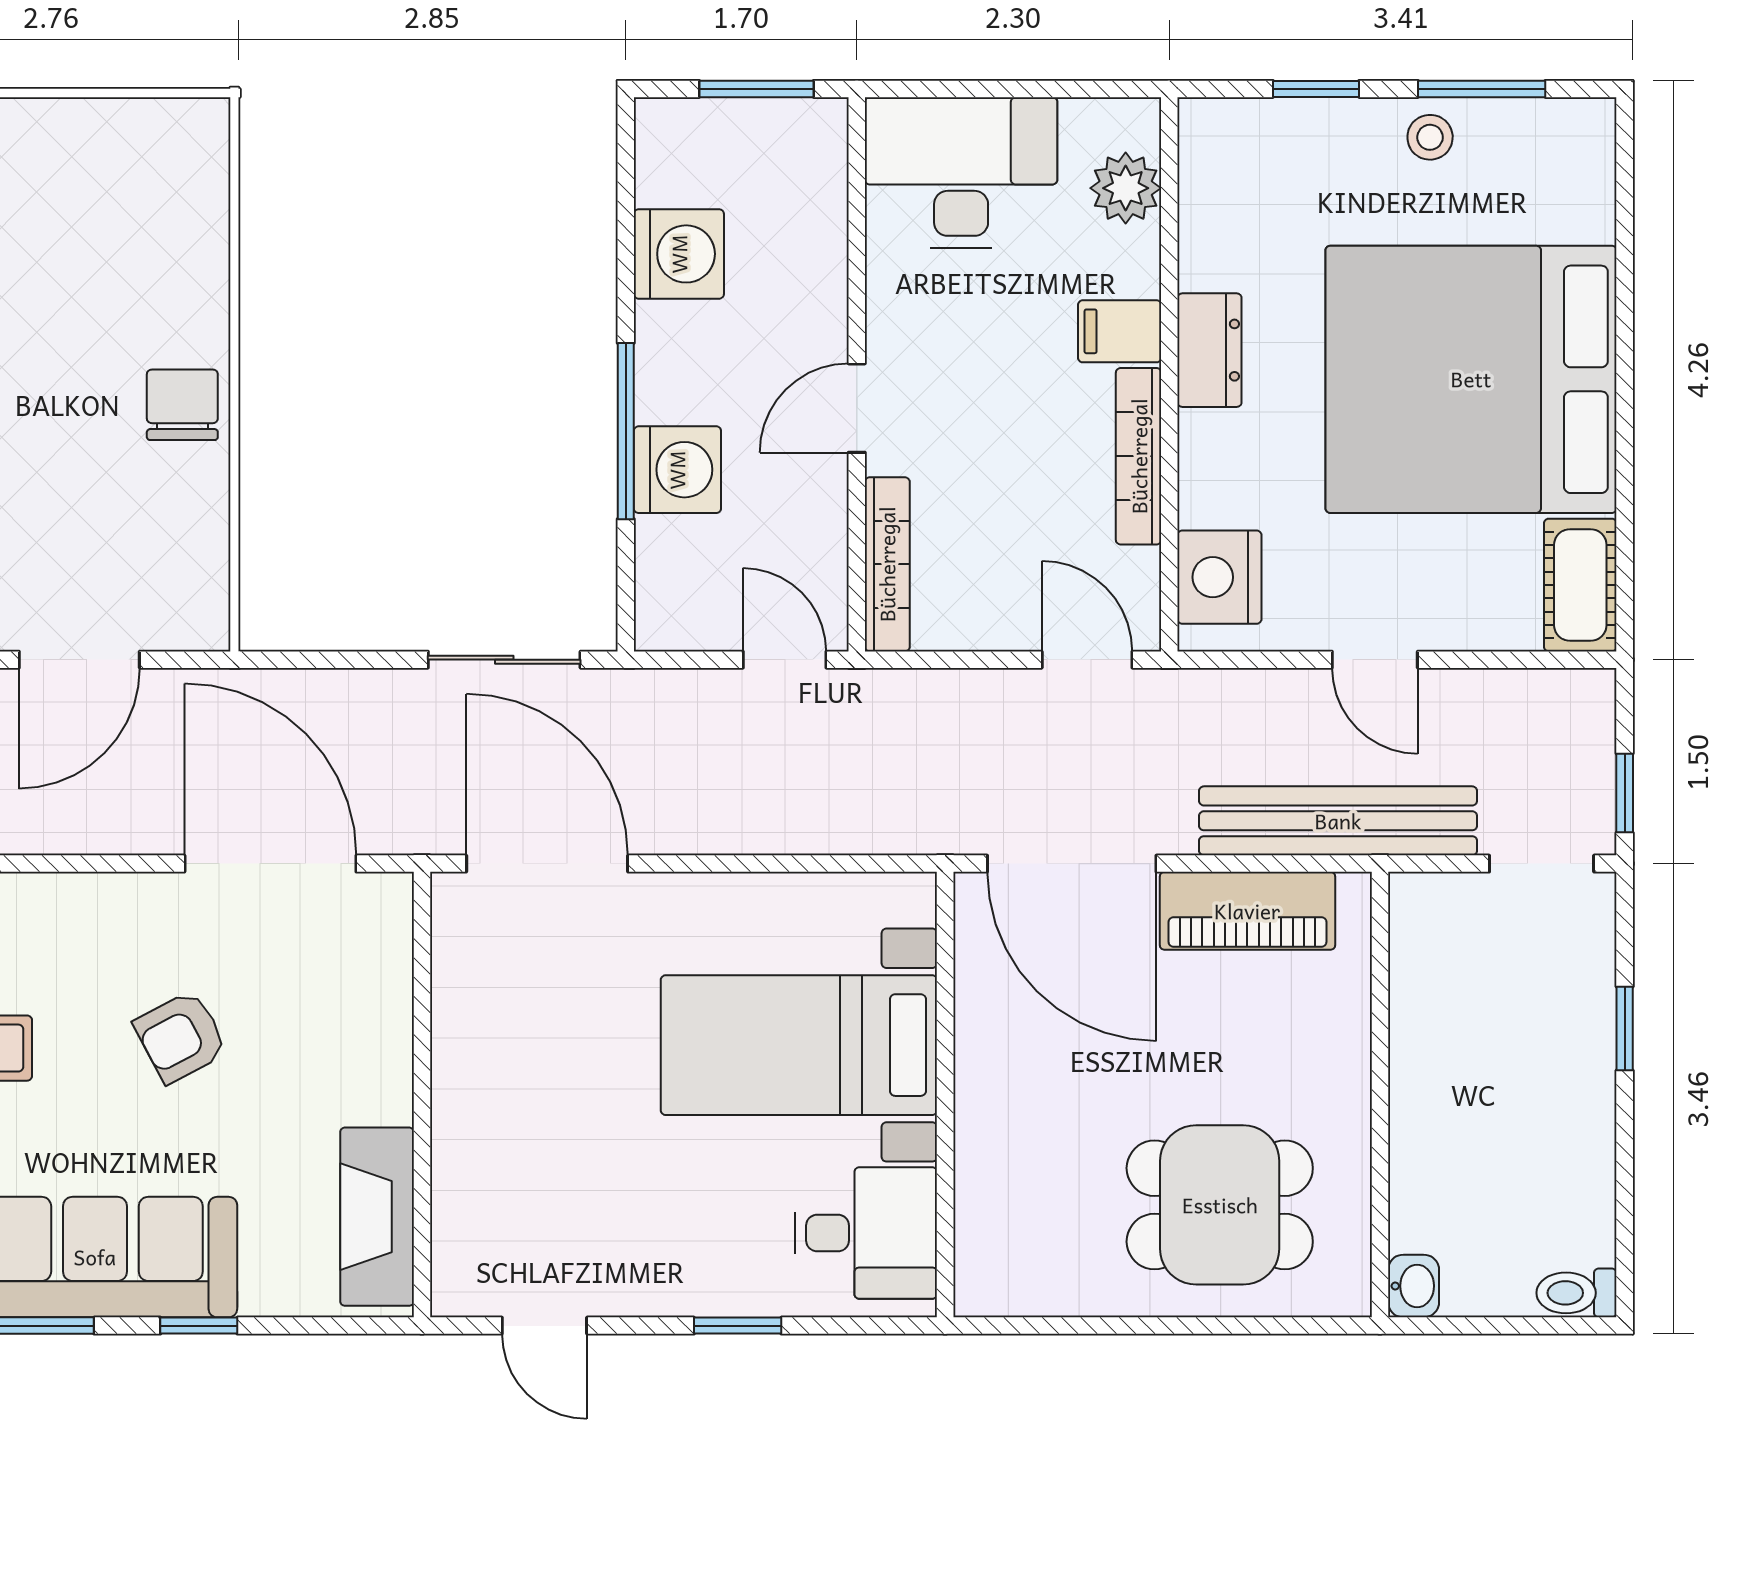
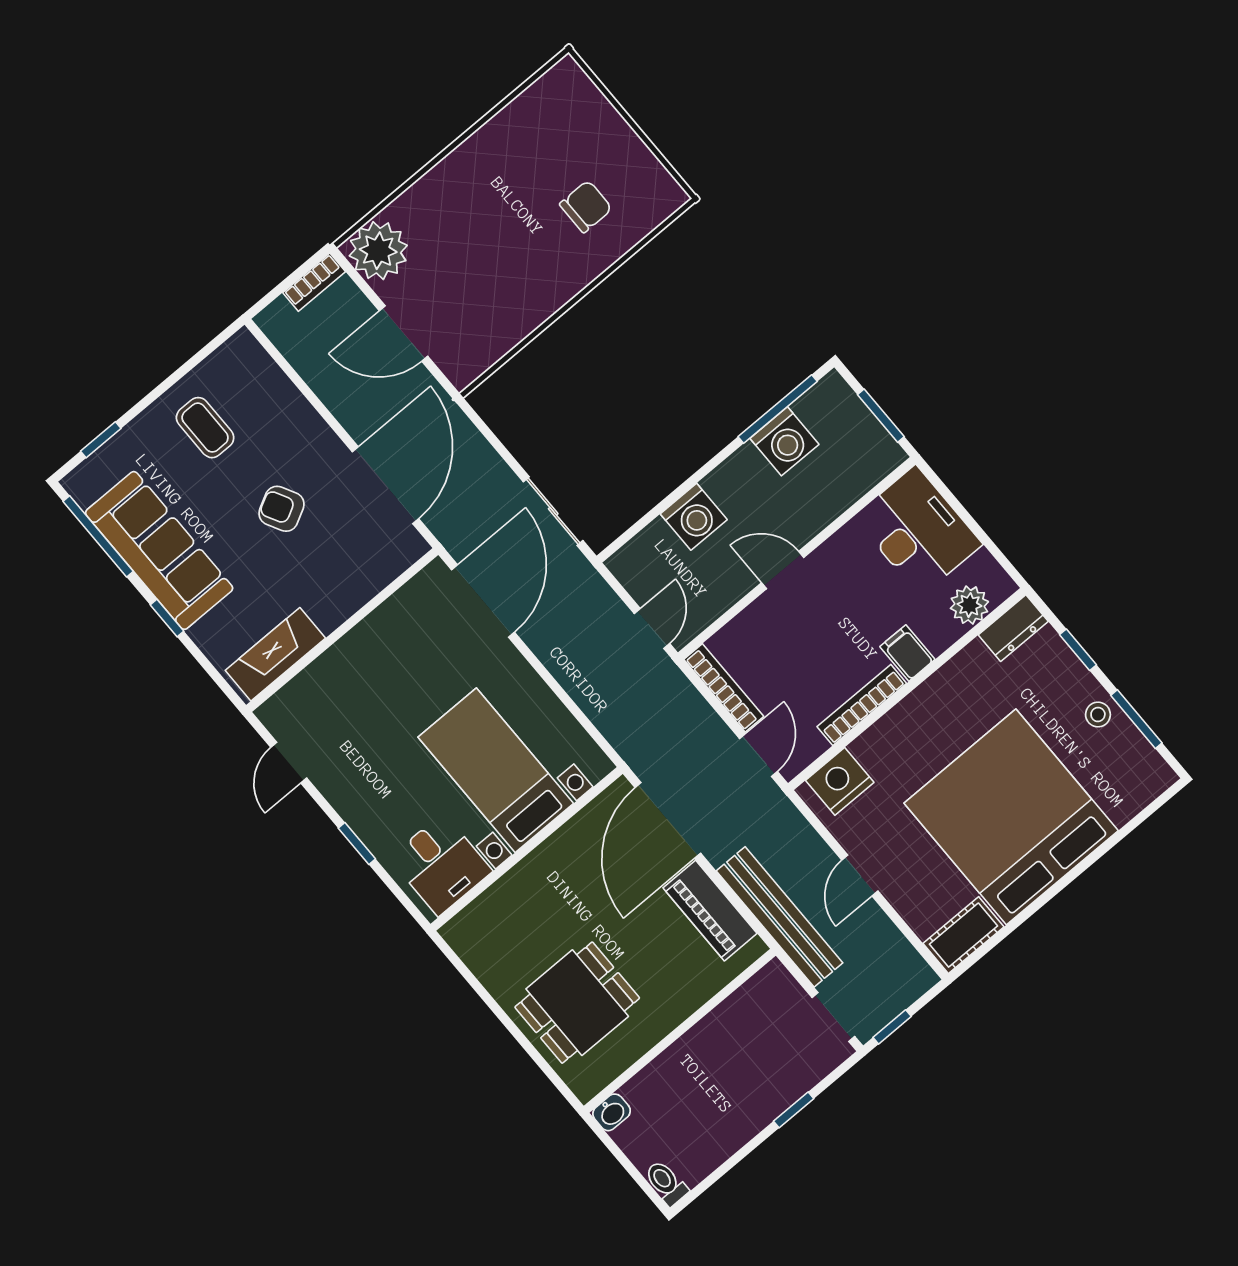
dresser: (1209, 350) -> (1013, 628), moved
chair: (182, 405) -> (586, 206), moved
window: (626, 431) -> (778, 409), moved
bookcase: (887, 564) -> (724, 688), moved, turned -90
dining table: (1220, 1205) -> (577, 1003), turned 90

